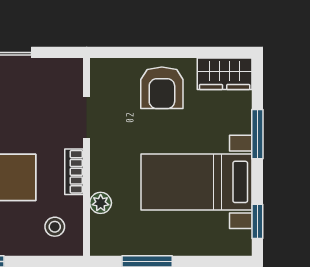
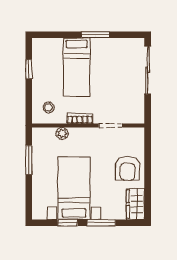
armchair: (162, 88) -> (128, 168), turned -90
window: (257, 221) -> (68, 223), moved

